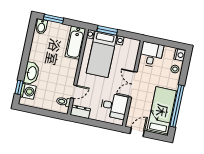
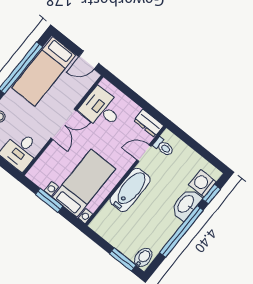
window: (107, 30) -> (49, 200), moved
bathtub: (75, 43) -> (130, 190), moved
window: (26, 55) -> (181, 231), added

